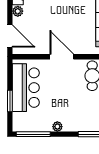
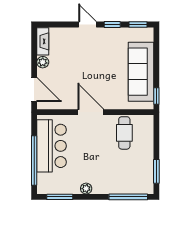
window: (10, 101) -> (34, 160), width x2.11
window: (33, 134) -> (60, 197), width x0.69

